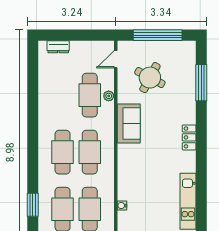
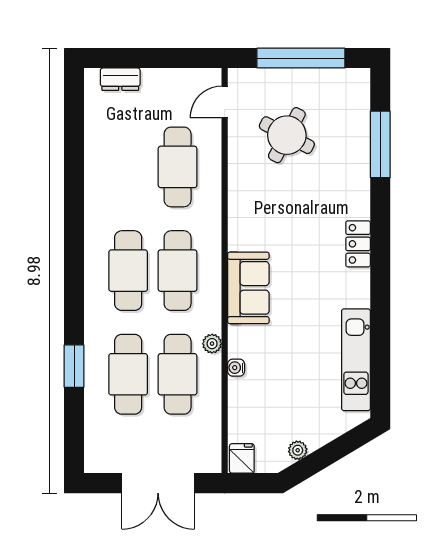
plant: (109, 96) -> (212, 344), moved
sofa: (129, 123) -> (248, 288), moved

